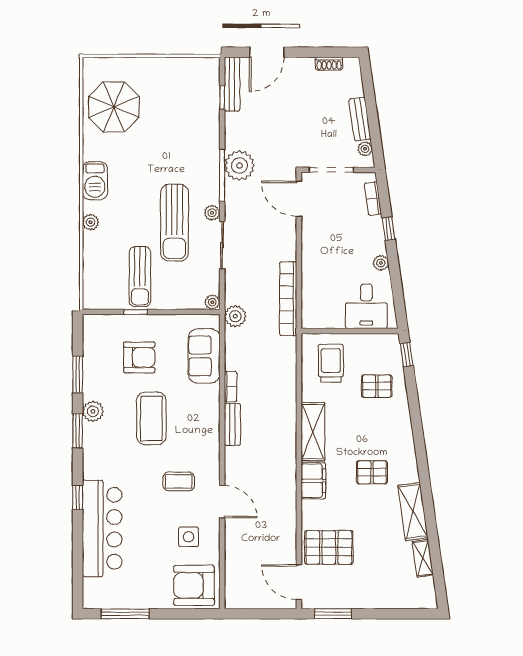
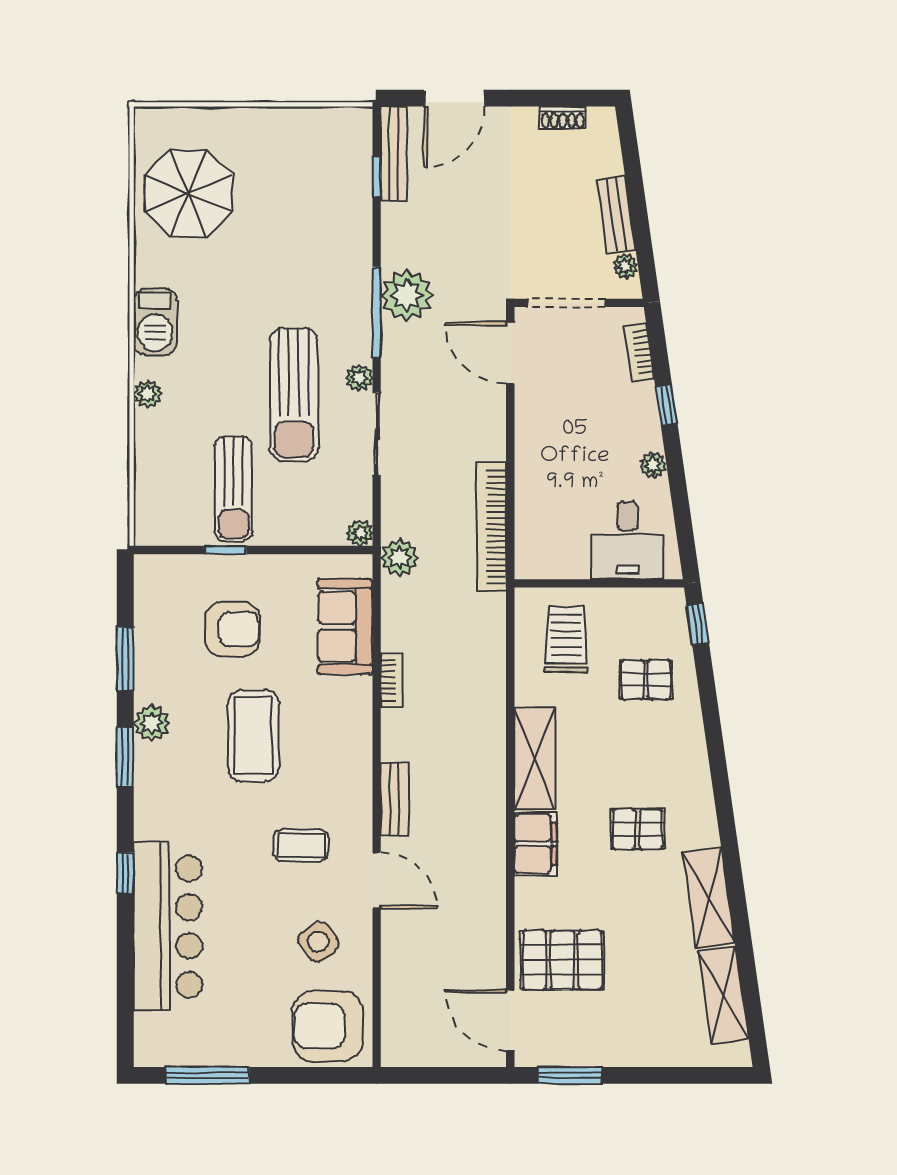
bench: (232, 424) -> (395, 799), moved
side table: (189, 537) -> (318, 942), turned -35
shelving: (423, 558) -> (723, 995), width x1.50, depth x1.33

